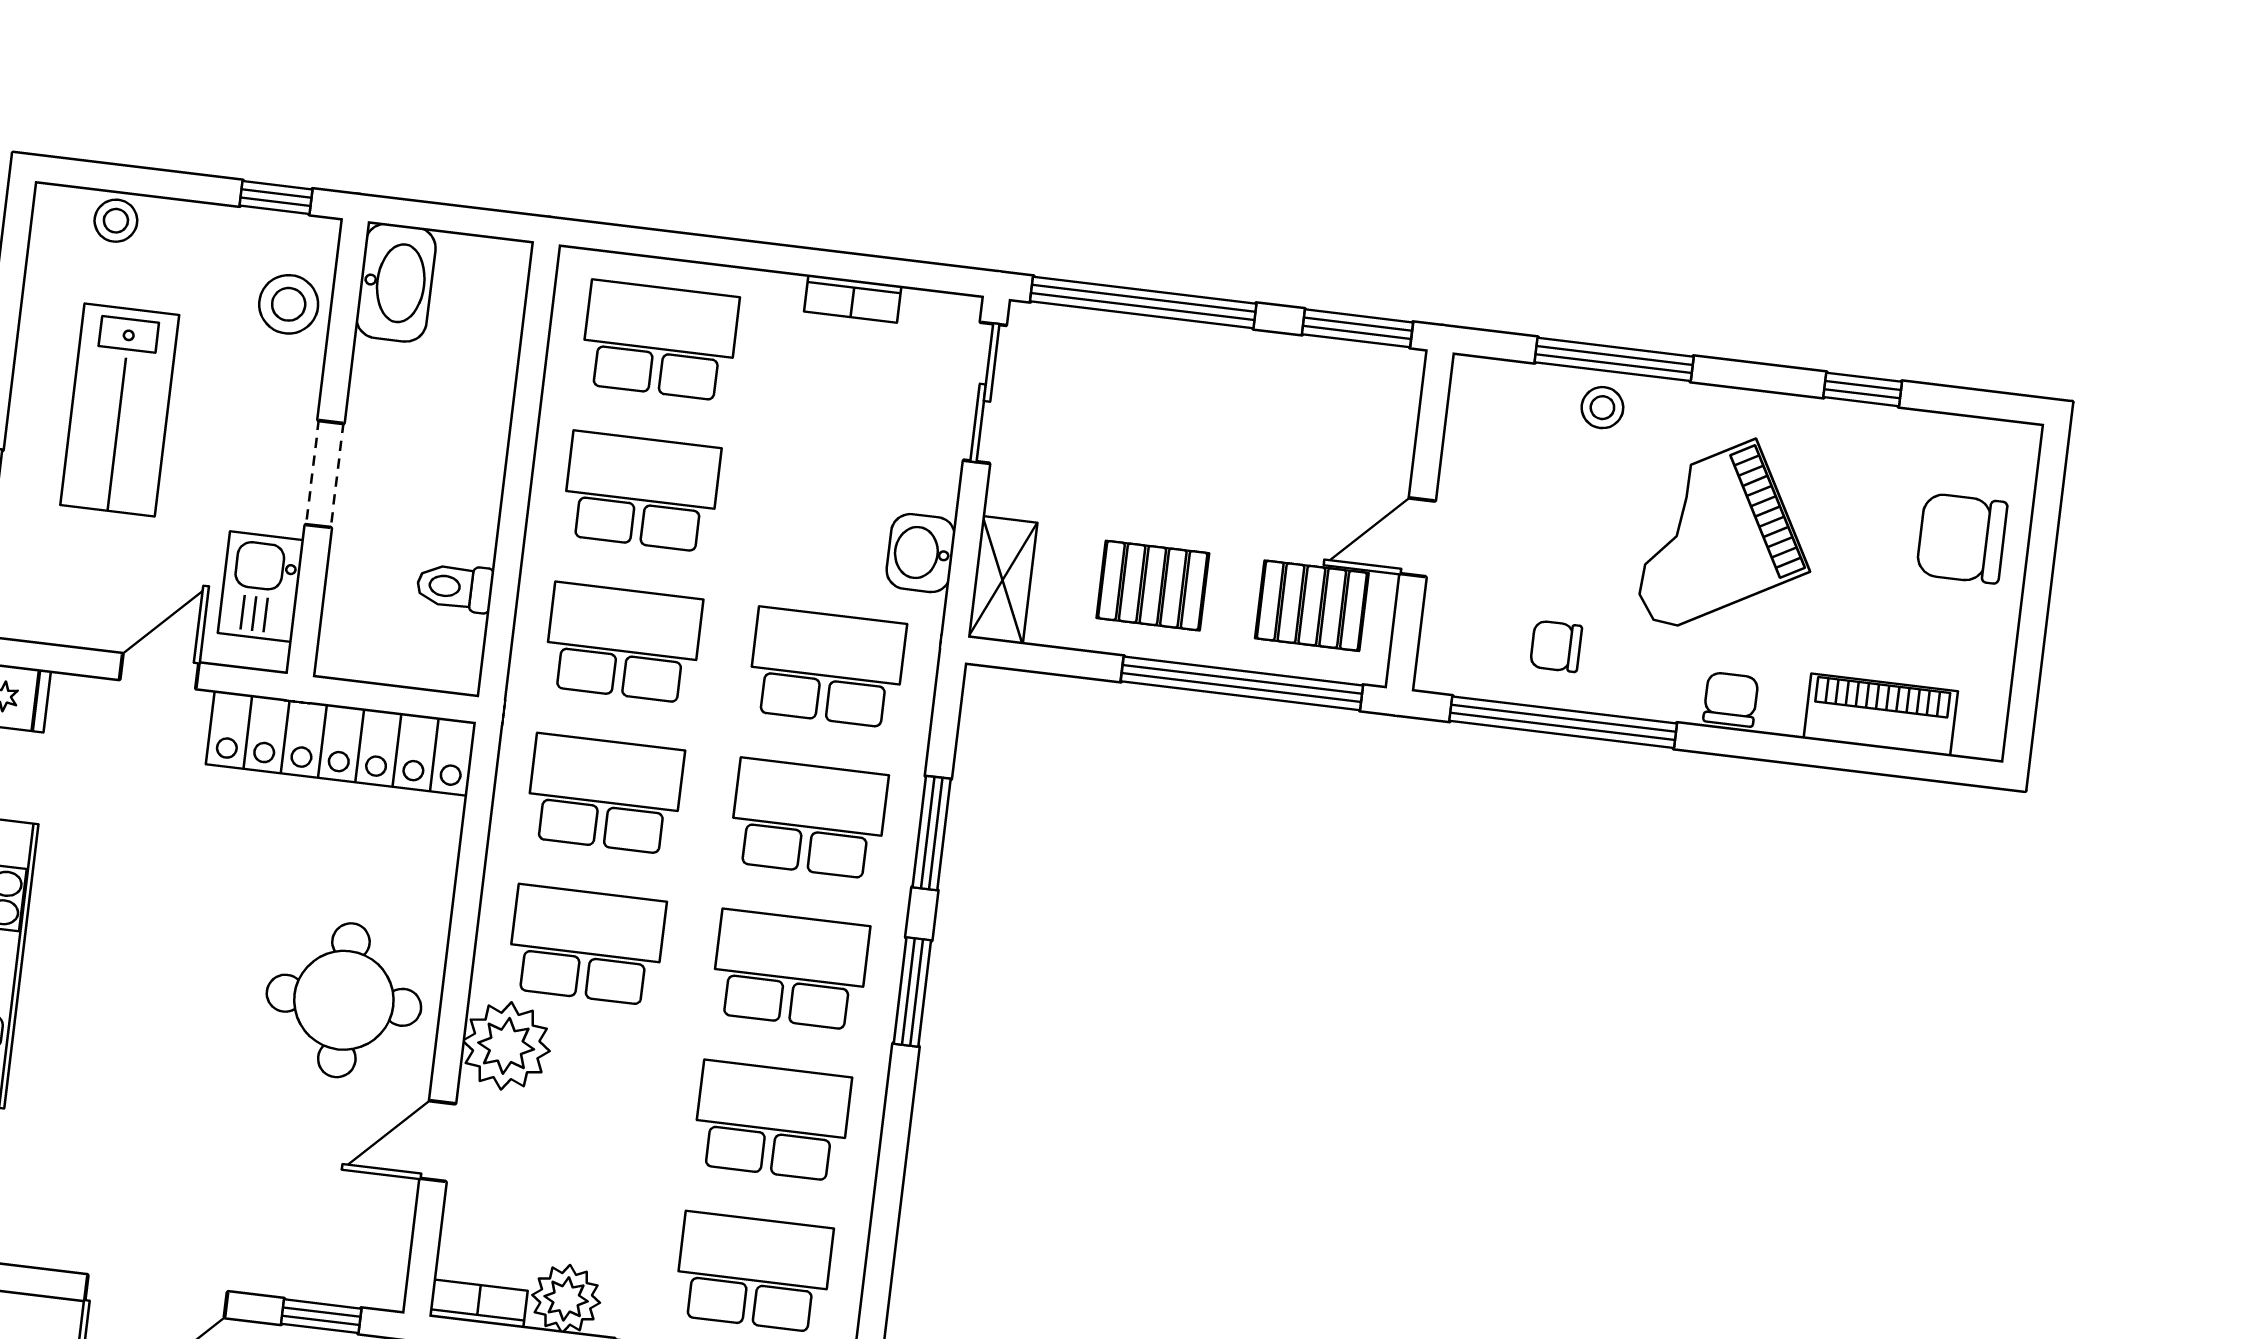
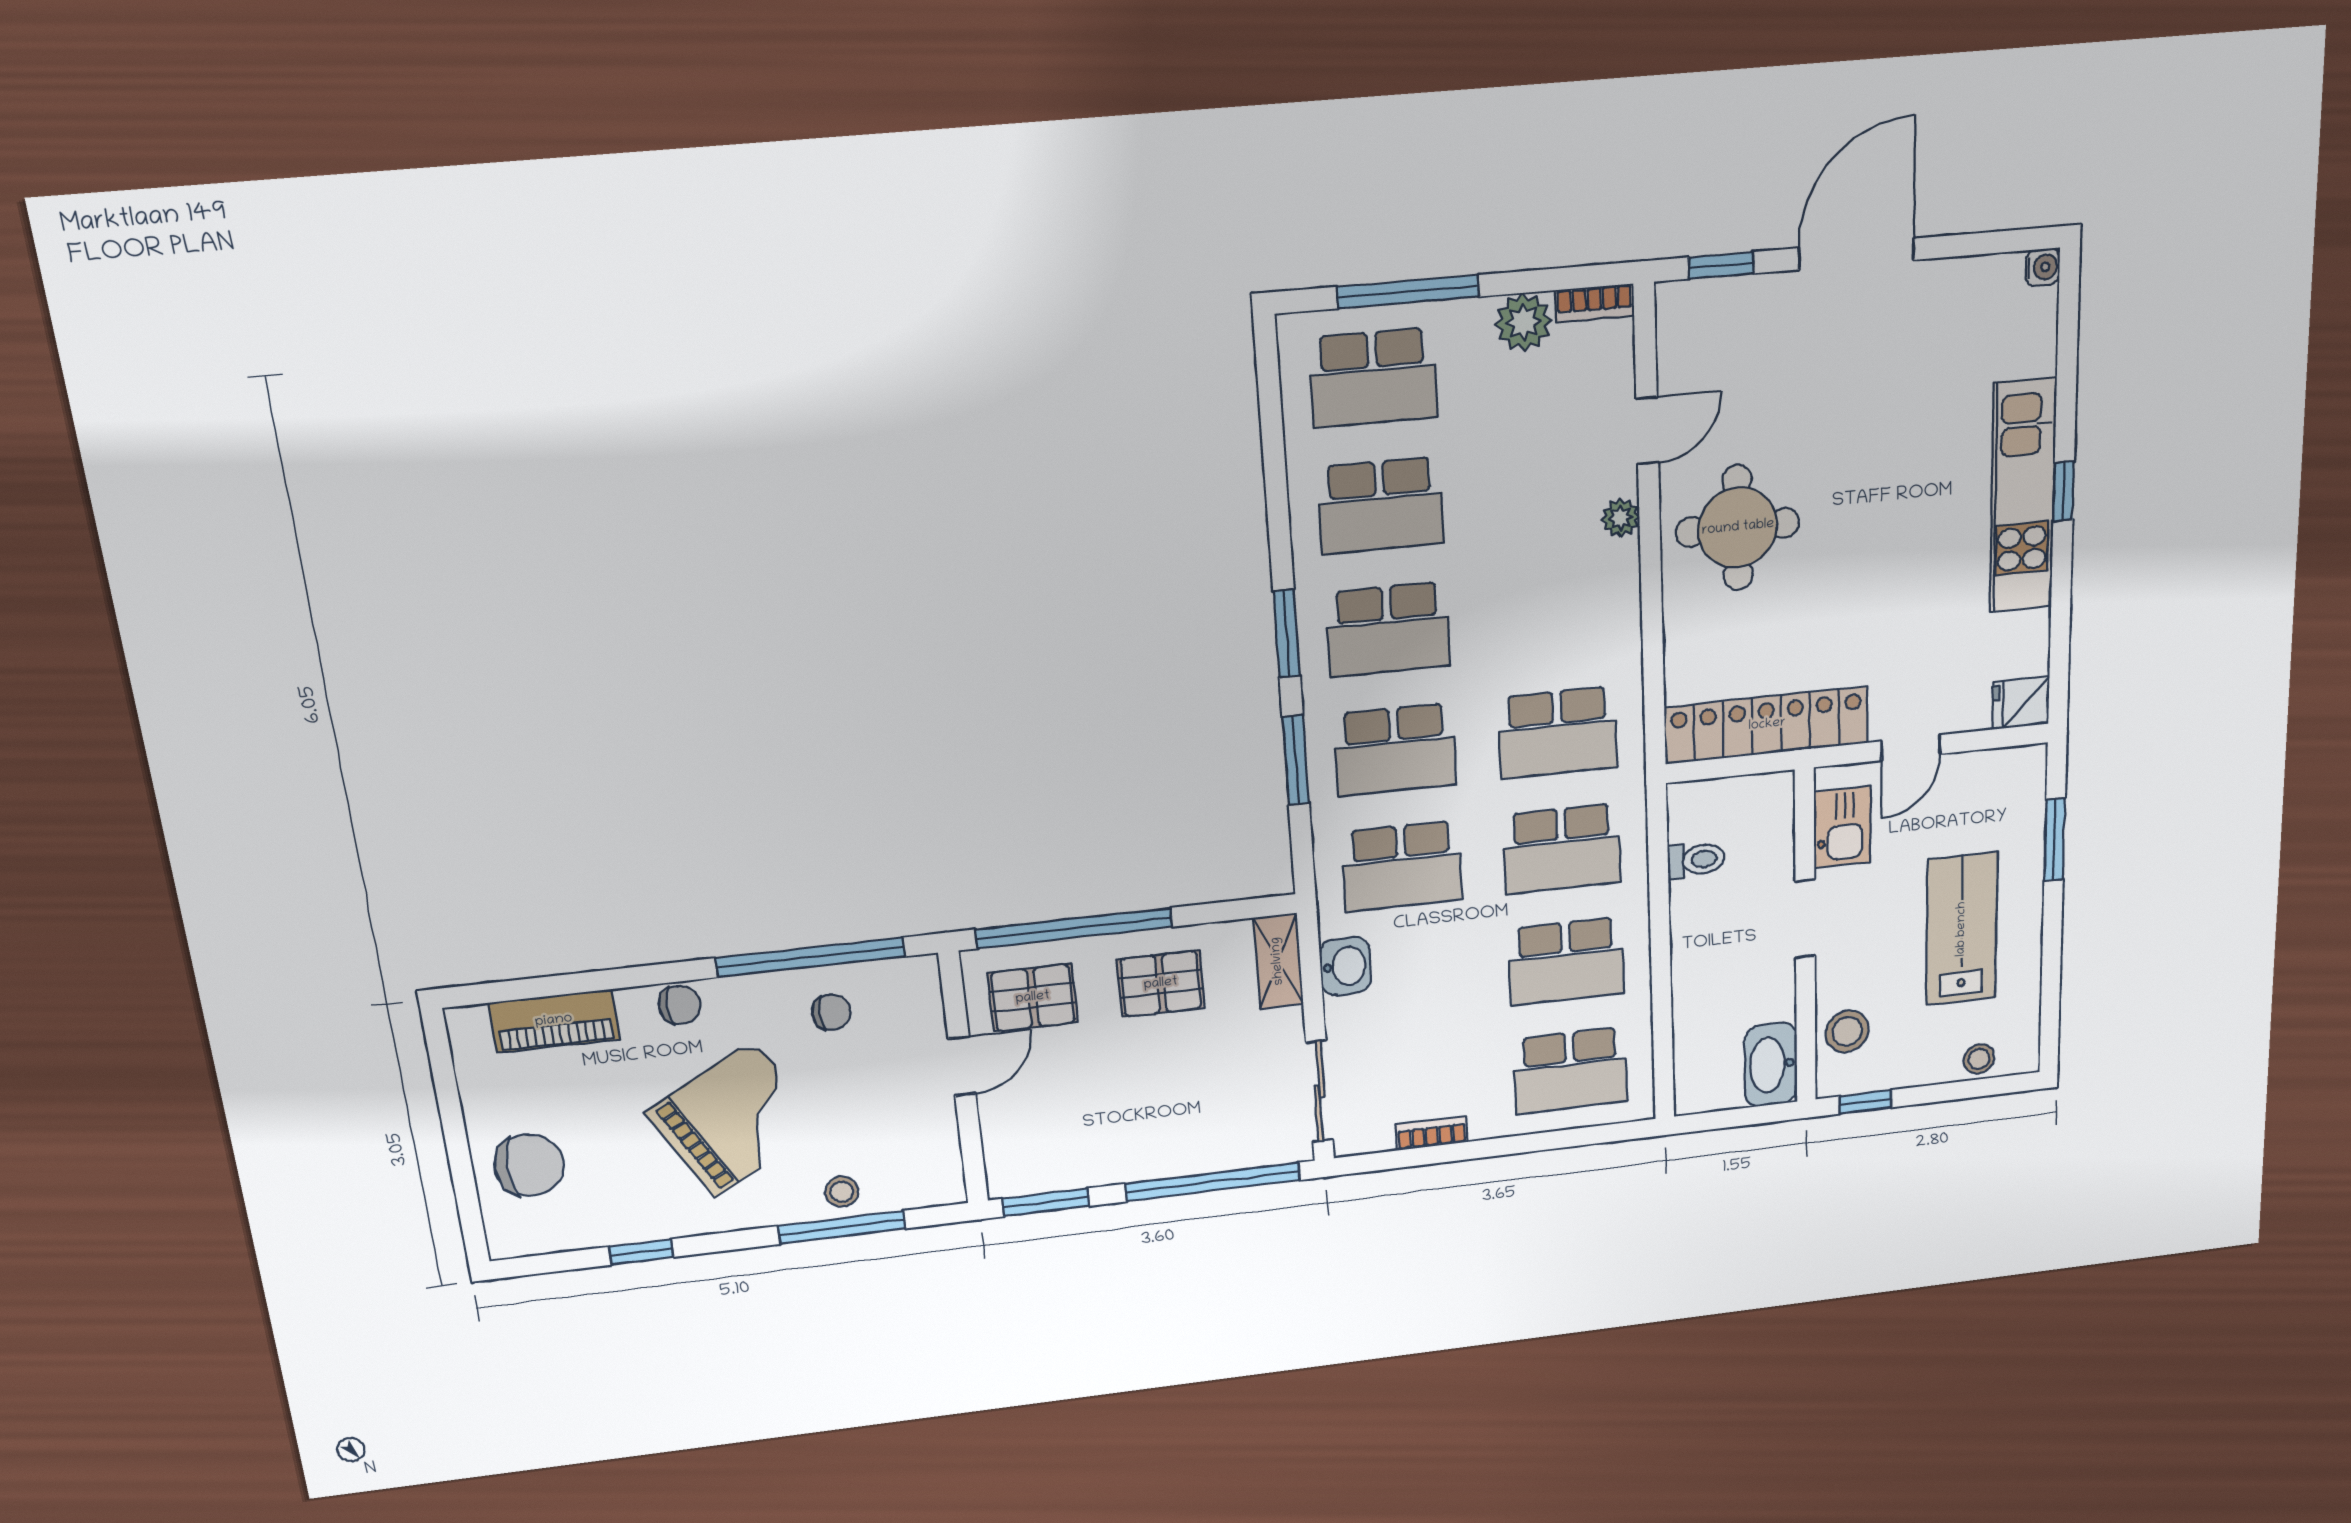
chair: (1731, 699) -> (680, 1005), turned -90
school desk: (586, 945) -> (1553, 613), removed
plant: (506, 1046) -> (1621, 518), width x0.53, depth x0.53

